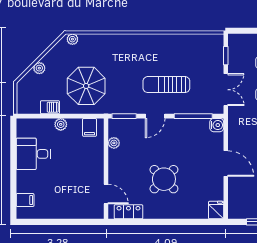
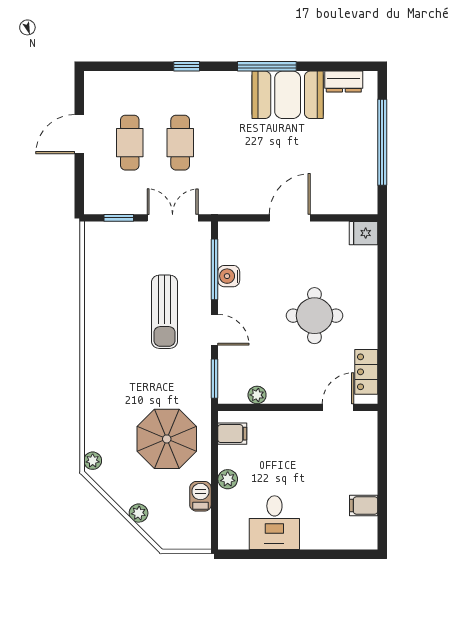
water cooler: (217, 125) -> (229, 276), moved, turned -90
round table: (164, 179) -> (314, 316), turned 45
filing cabinet: (25, 200) -> (364, 505), moved, turned -90

